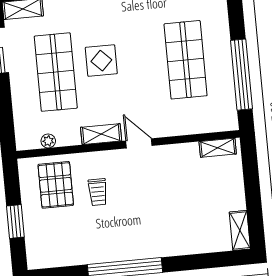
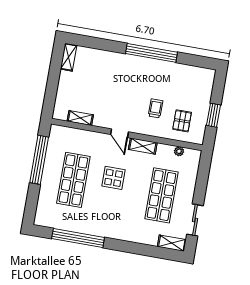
display table: (101, 61) -> (113, 178), moved
shelving: (218, 148) -> (80, 118), moved
pallet: (56, 185) -> (182, 121), width x0.67, depth x0.71
window: (15, 221) -> (213, 115), moved

